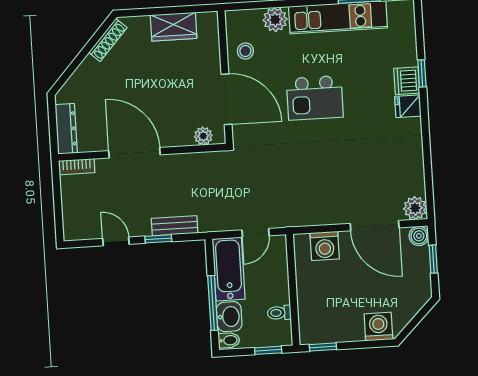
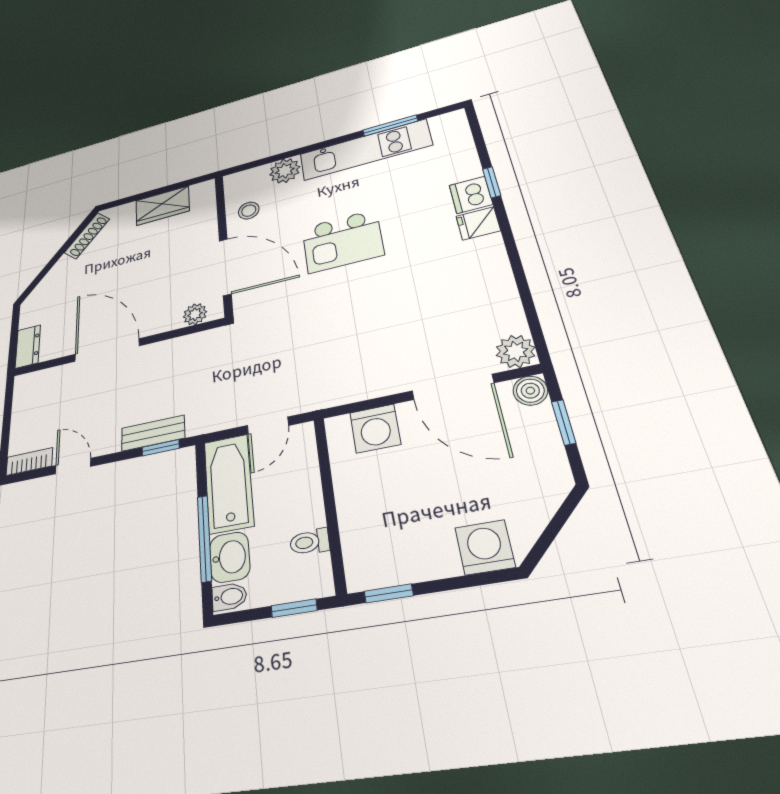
dresser: (66, 129) -> (28, 346), width x0.70
bookcase: (77, 167) -> (29, 462), moved, turned 180
window: (158, 239) -> (161, 448), moved

